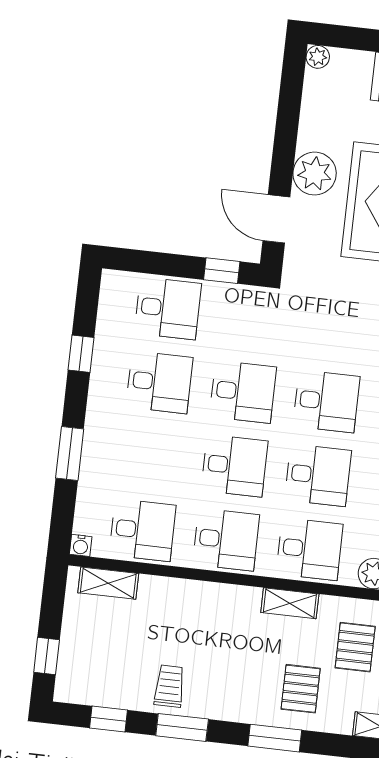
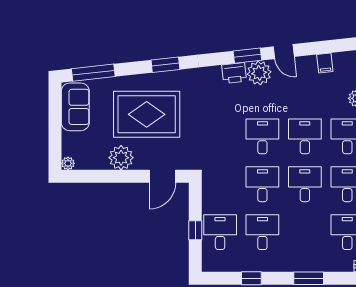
plant: (315, 174) -> (121, 158), moved
window: (222, 271) -> (195, 230), moved

